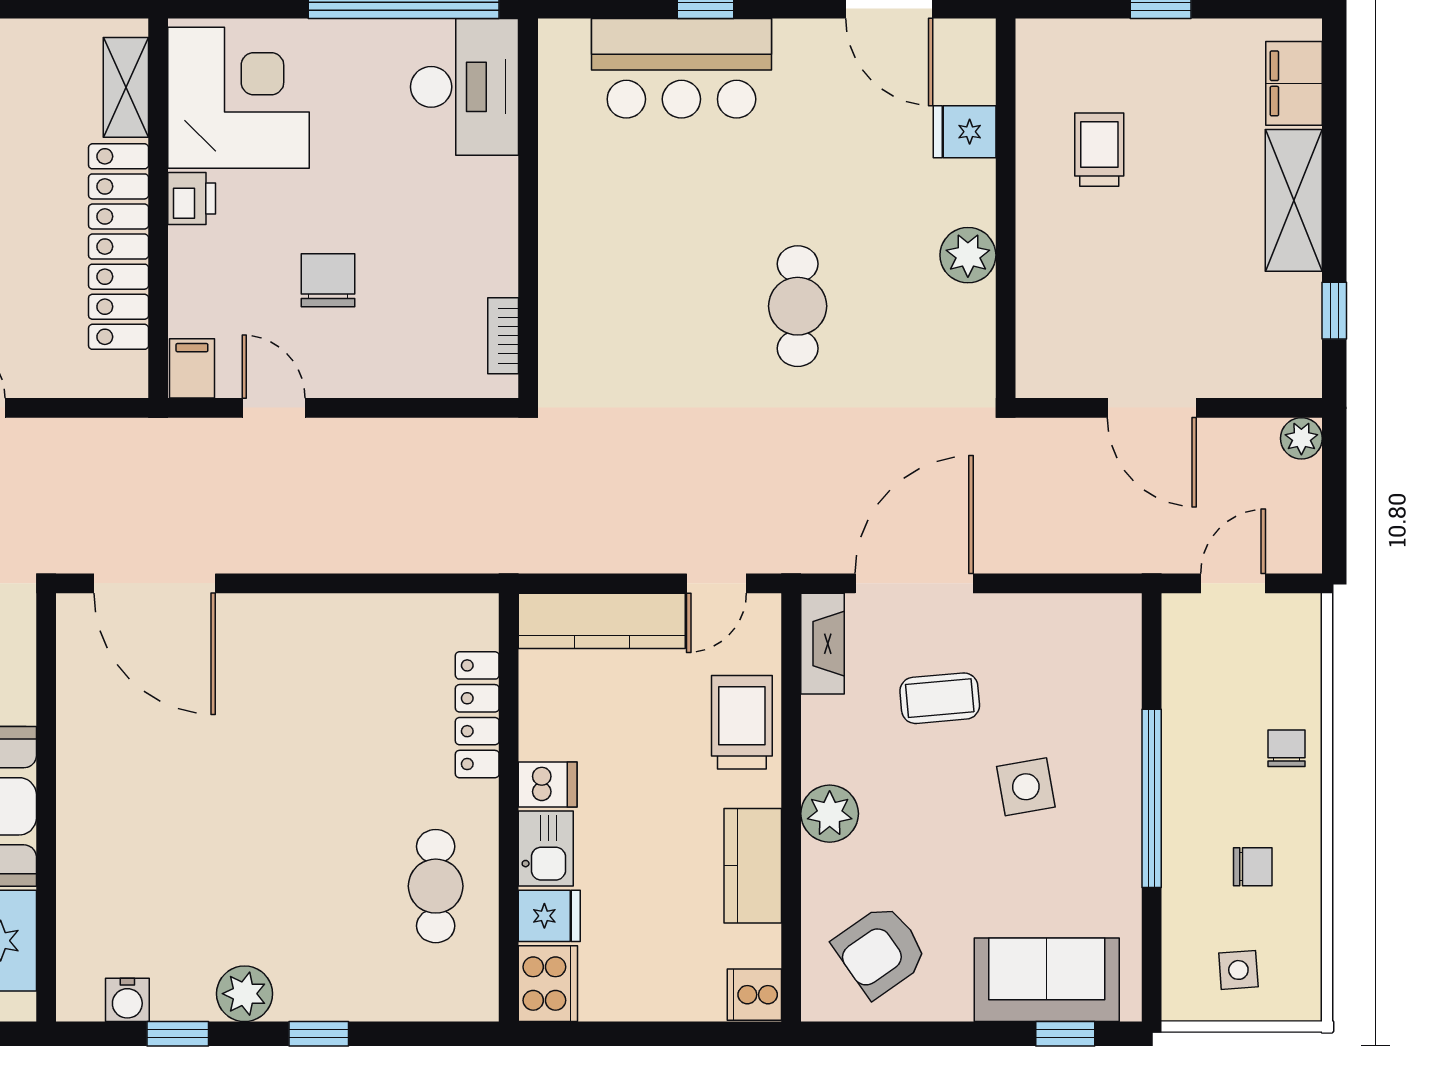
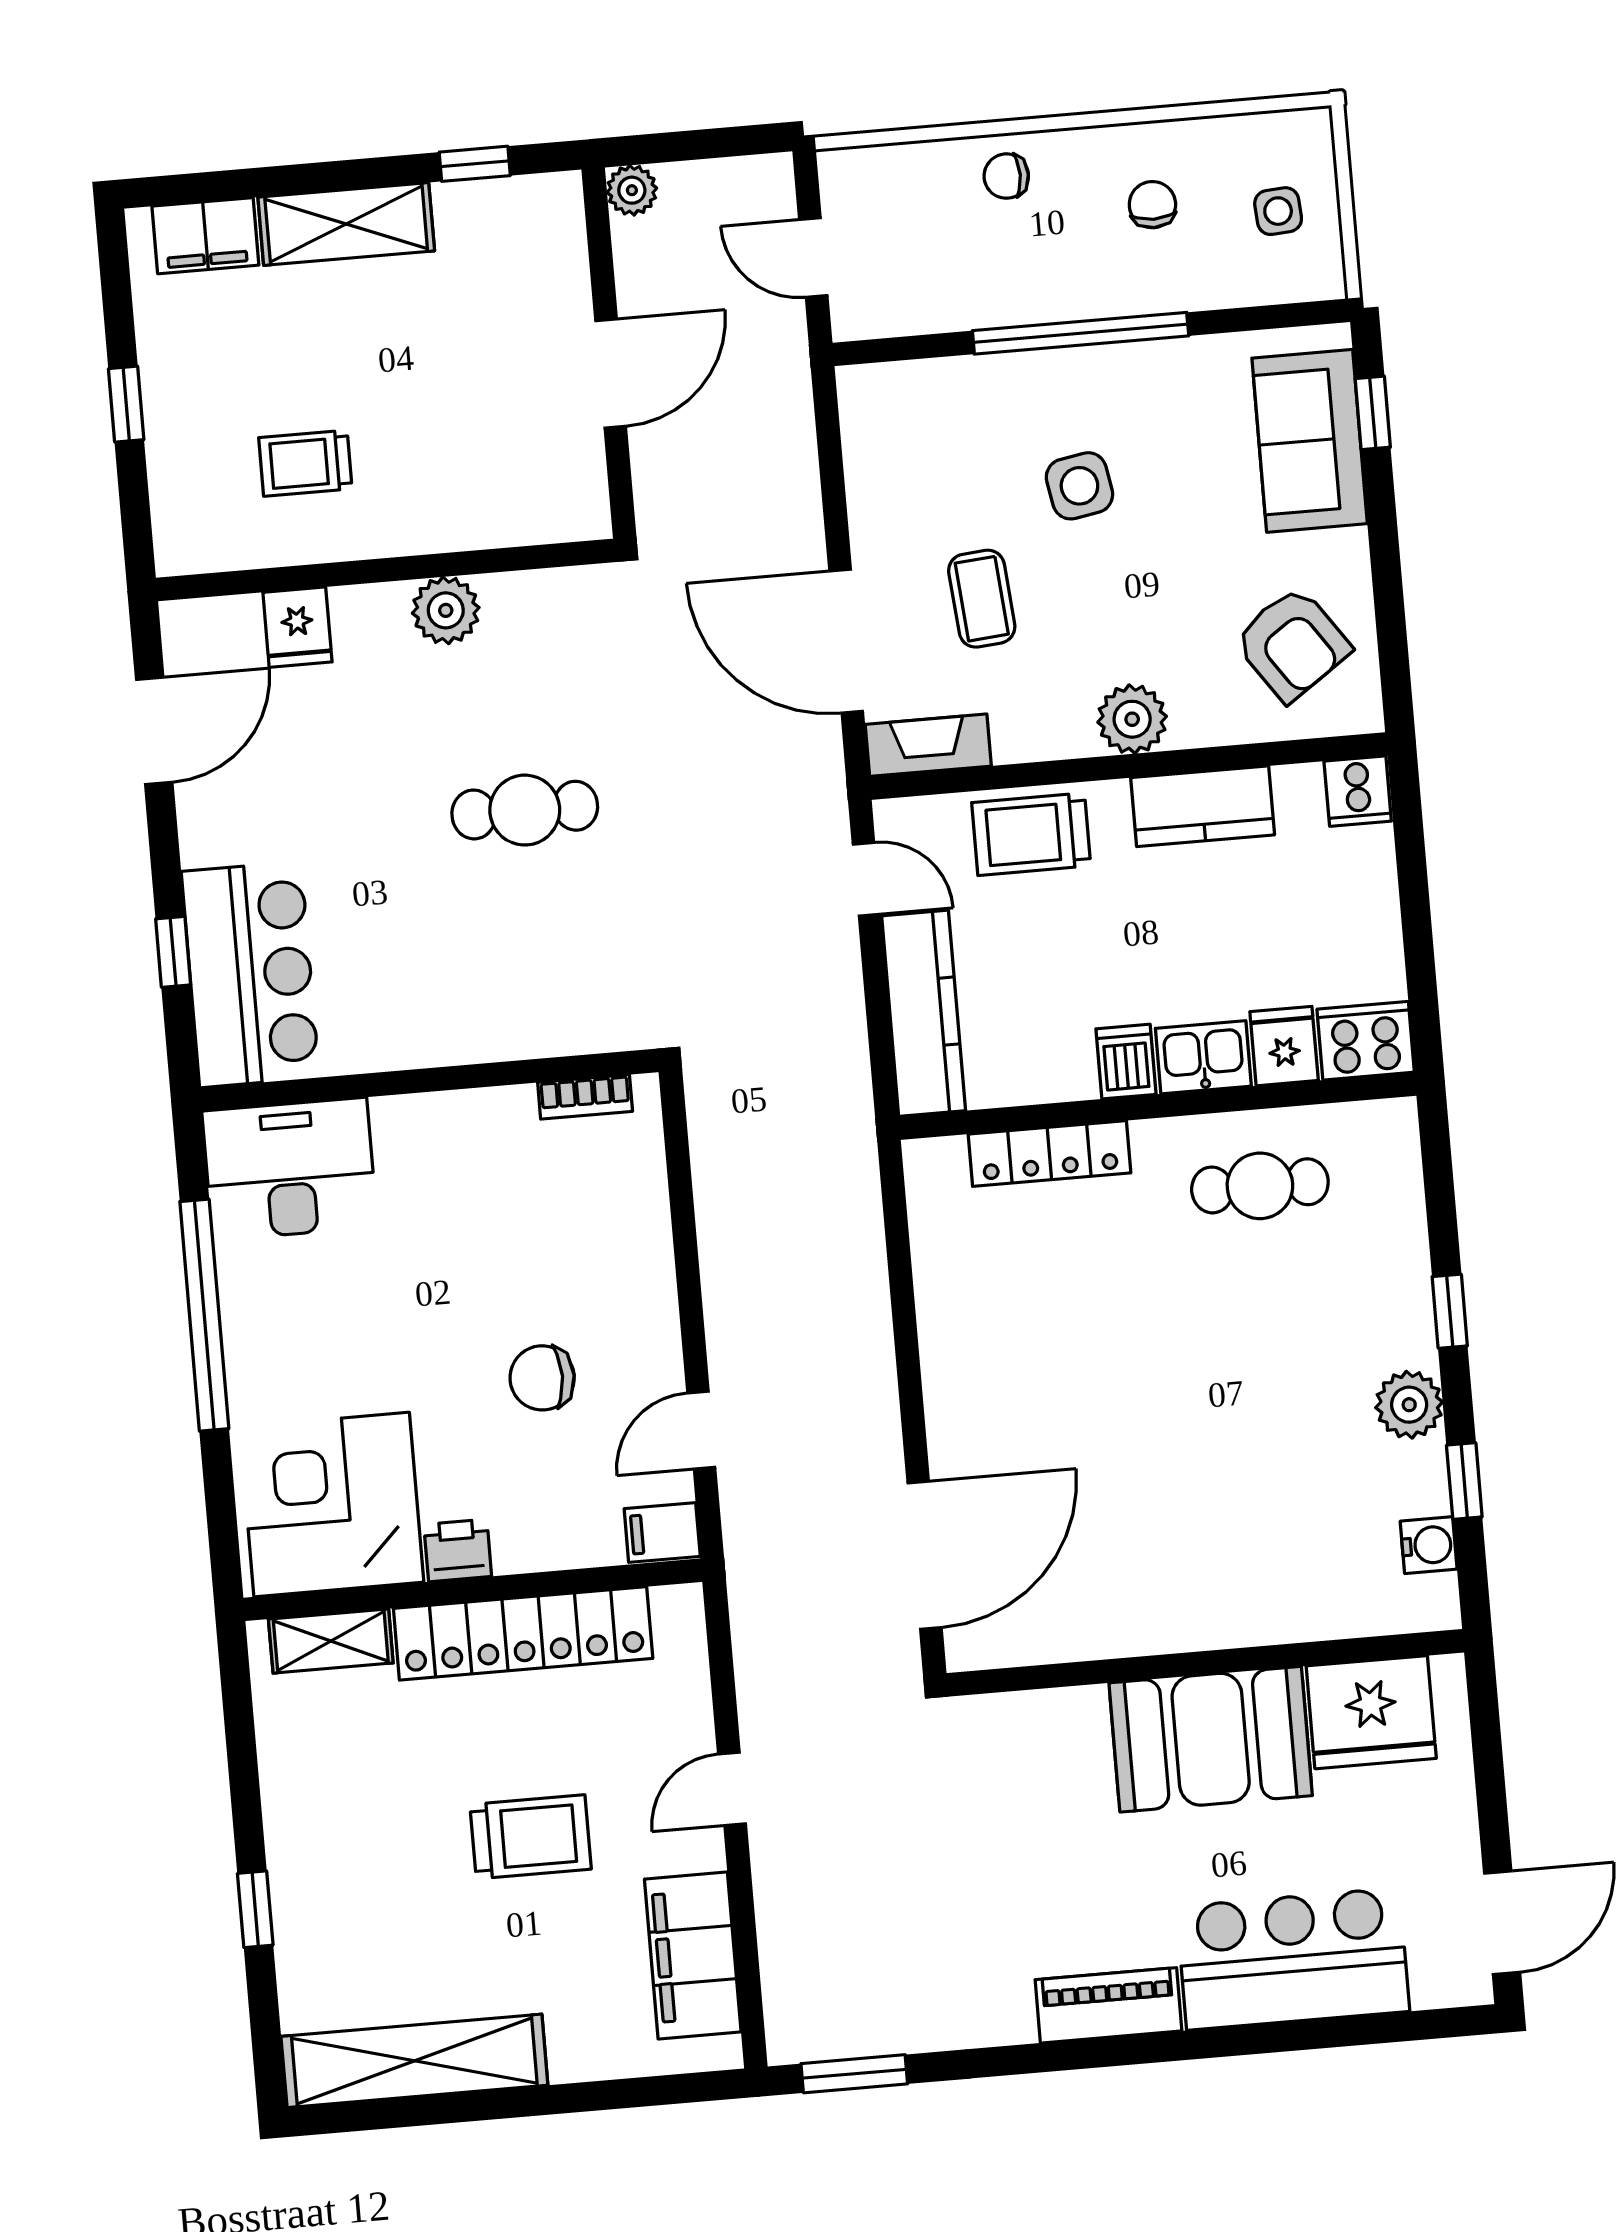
desk: (465, 87) -> (290, 1169), moved
wall: (528, 208) -> (429, 1080), moved
bookcase: (503, 336) -> (585, 1097), moved

